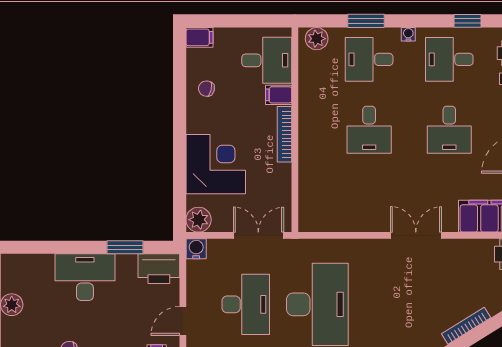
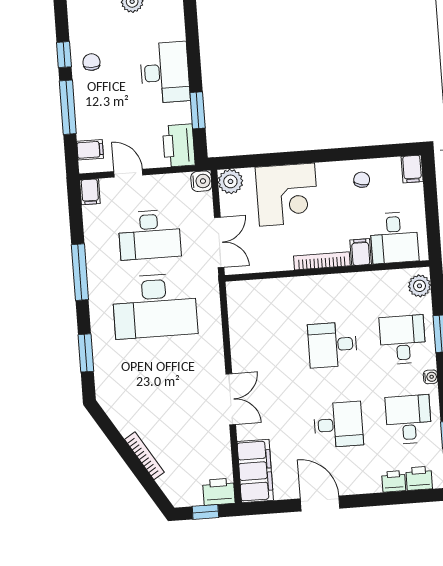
desk: (449, 130) -> (338, 425), turned 180

